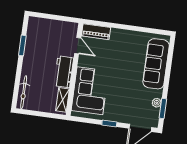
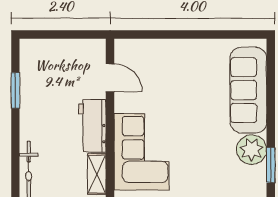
piano: (96, 32) -> (138, 49), removed
plant: (157, 103) -> (252, 150), width x1.88, depth x1.88

